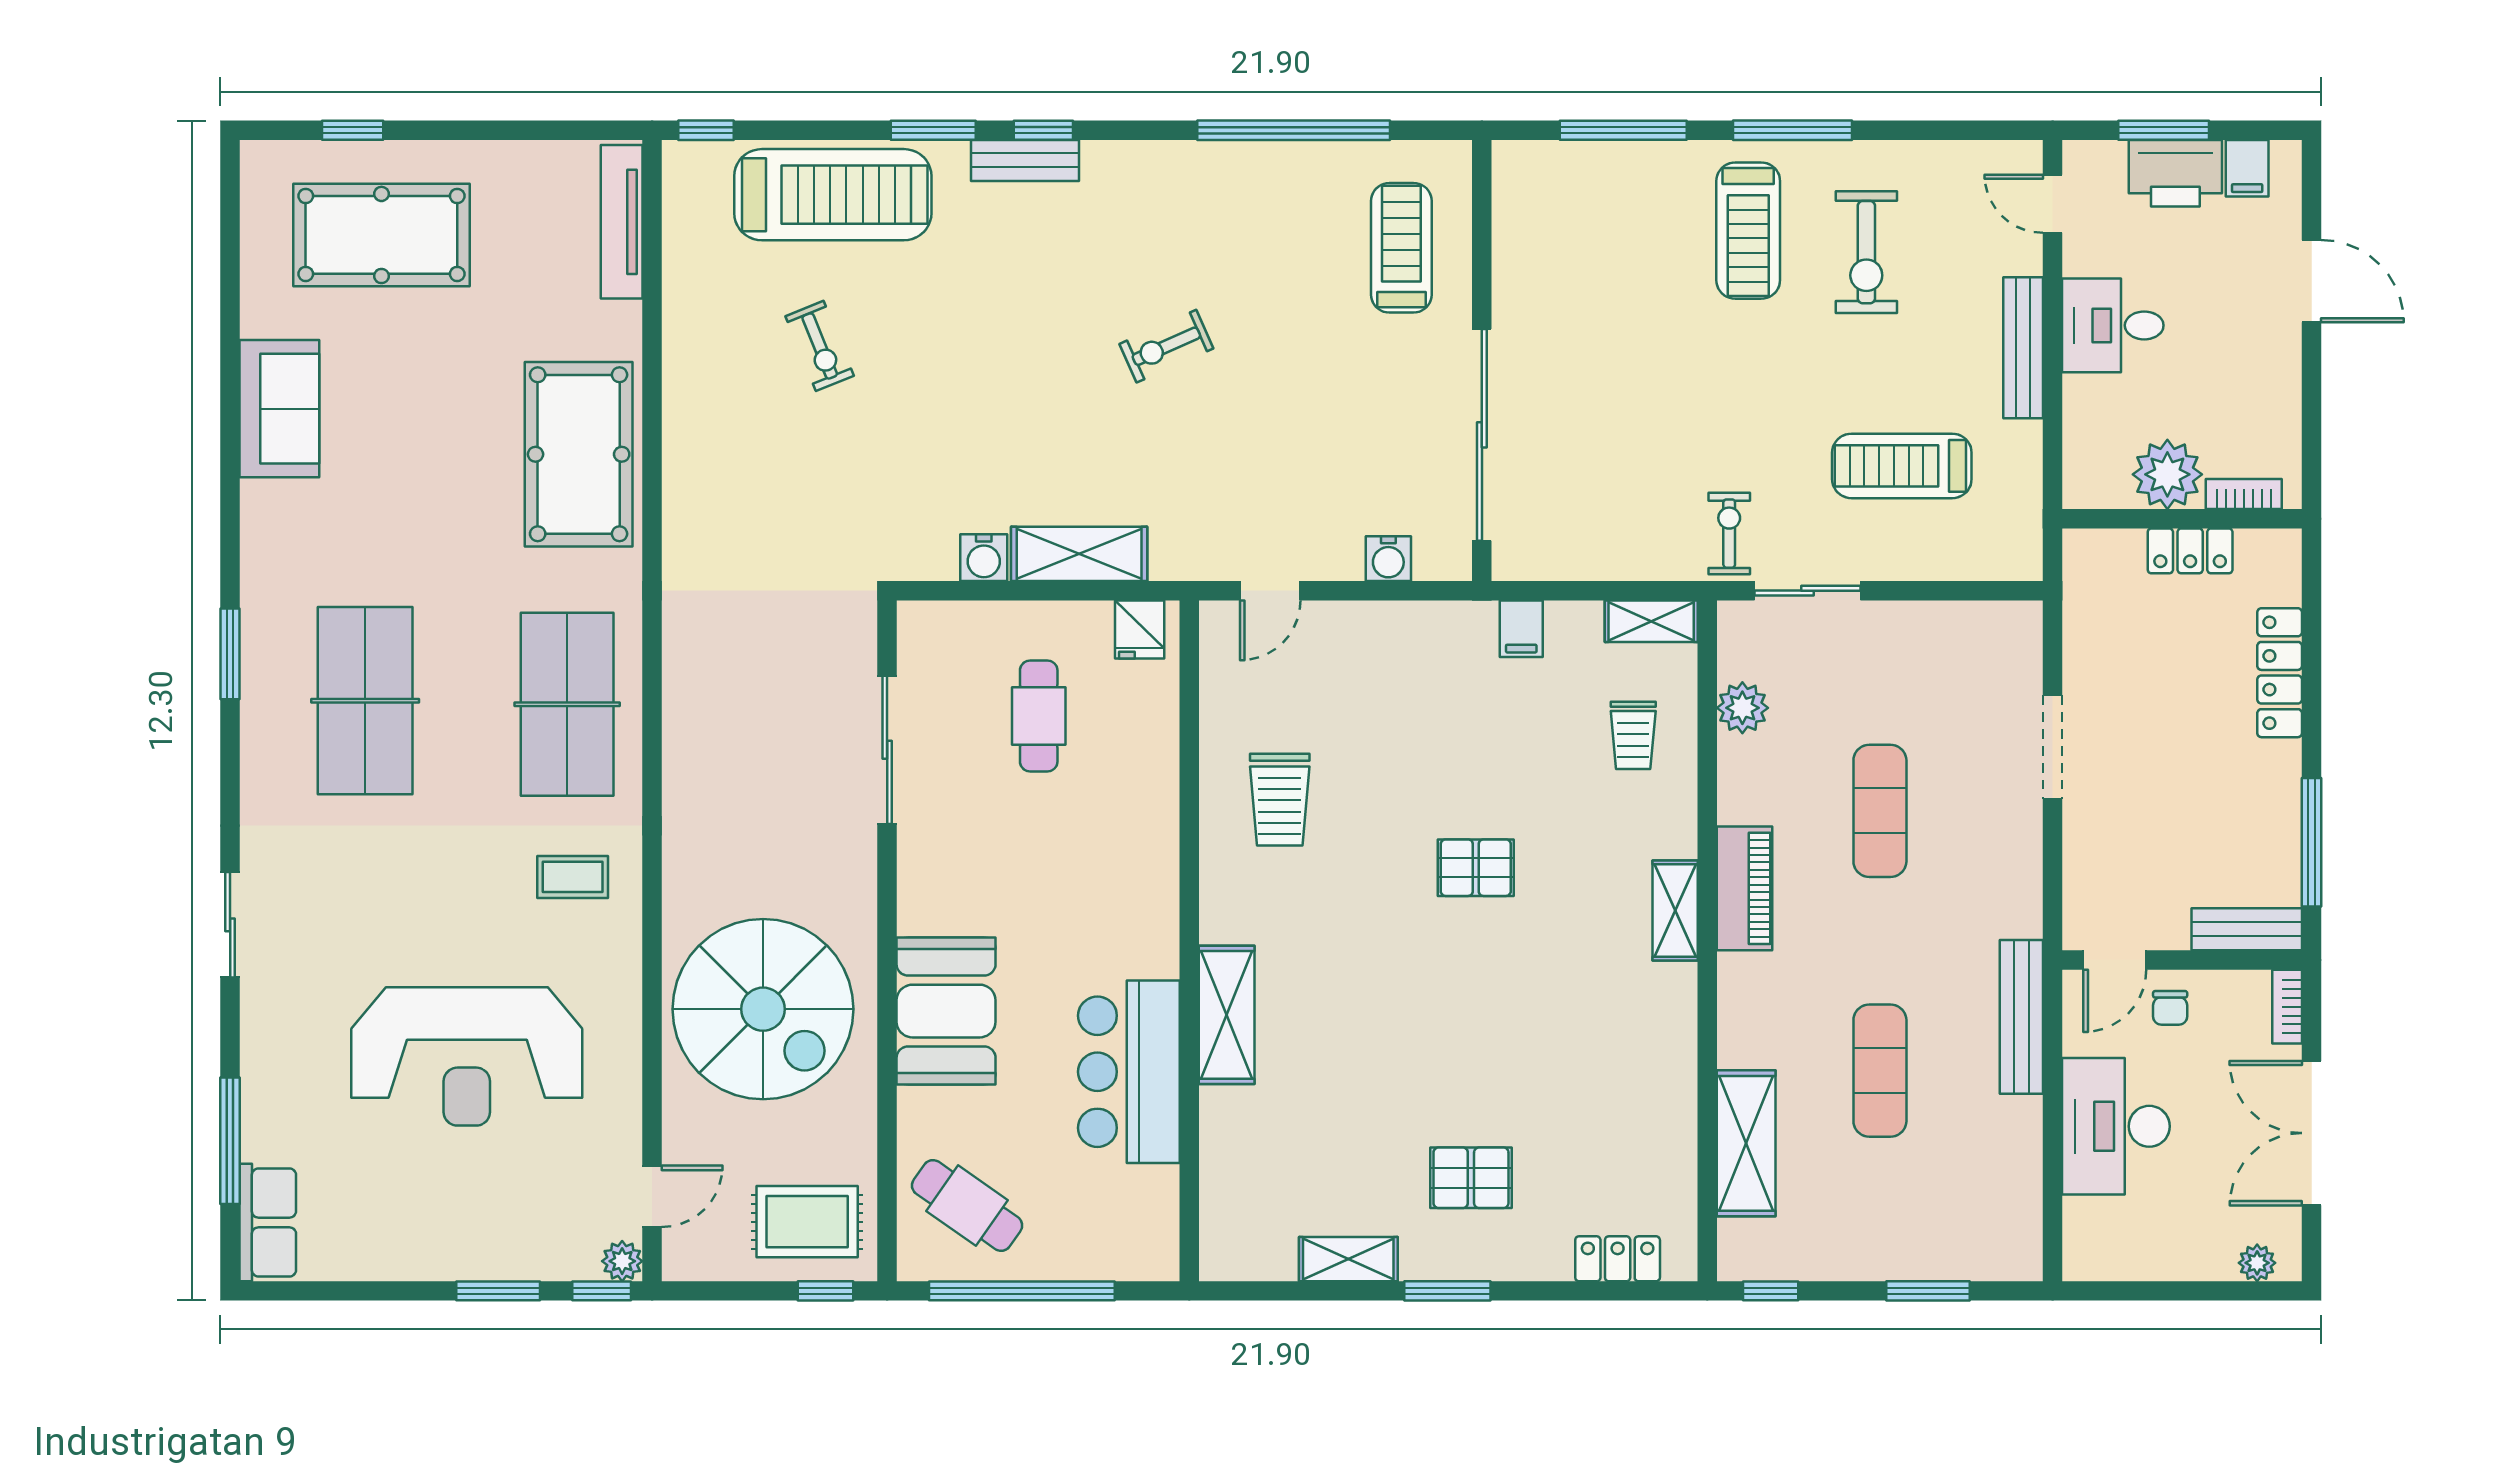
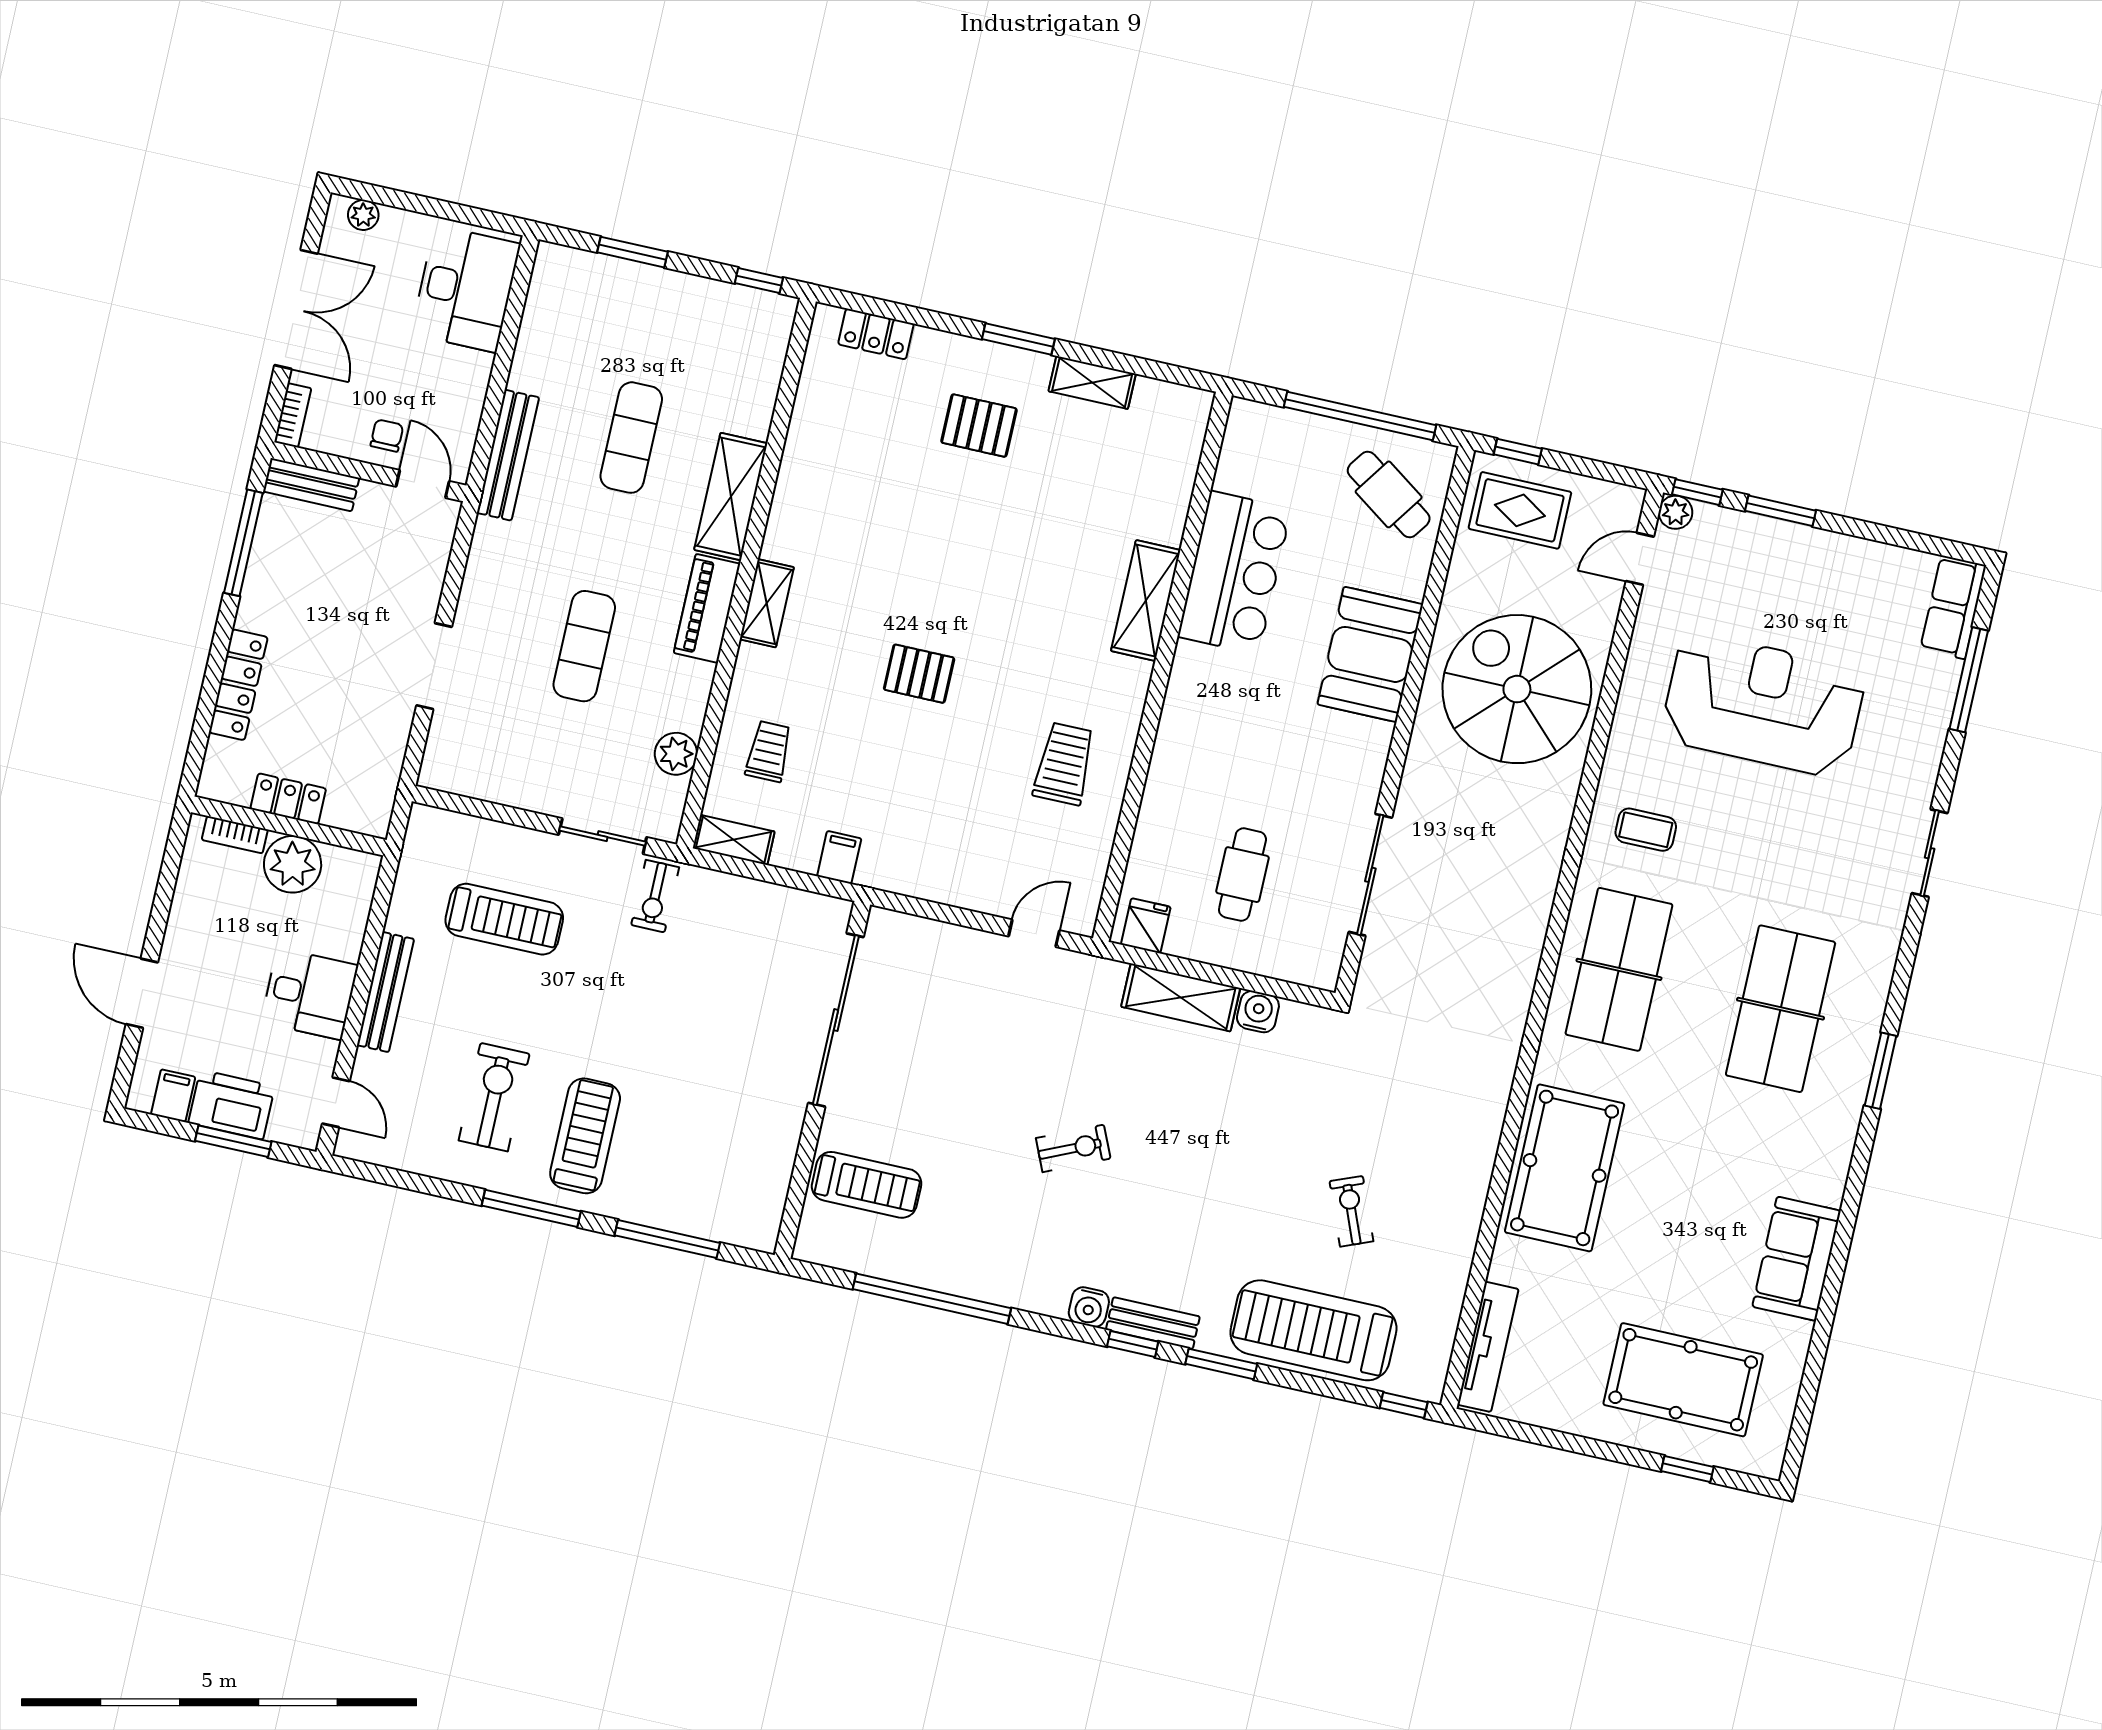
treadmill: (1401, 248) -> (867, 1185), turned -90
water cooler: (1388, 559) -> (1089, 1307), moved, turned 180
door: (2115, 960) -> (423, 484), hinge flipped
desk: (2116, 1126) -> (466, 289), moved
shelving: (1746, 1143) -> (731, 497), moved

